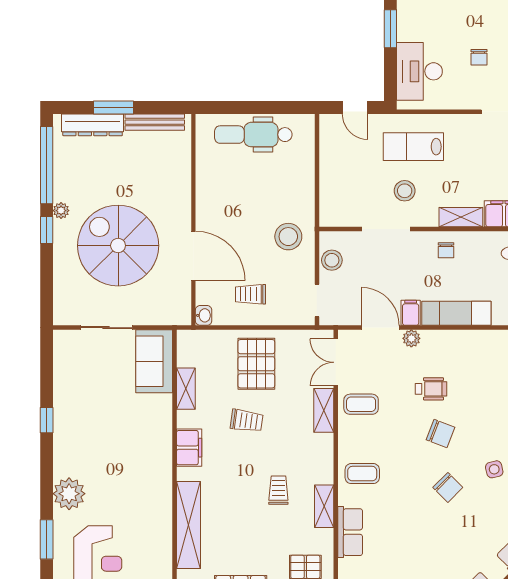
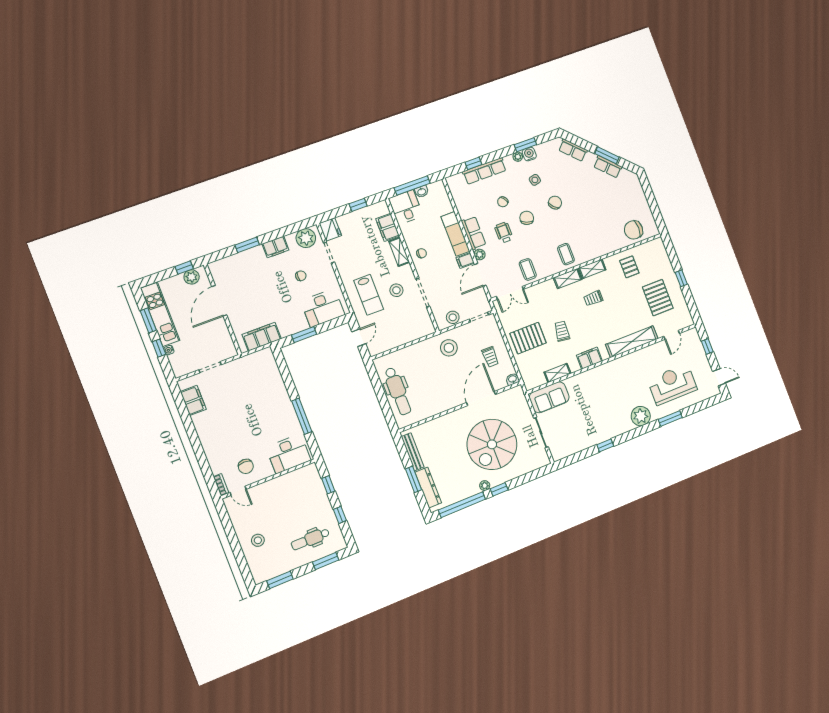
chair: (479, 406) -> (503, 202), added
shelving: (324, 410) -> (568, 279), moved
row of seats: (350, 532) -> (474, 233), moved, turned 90

